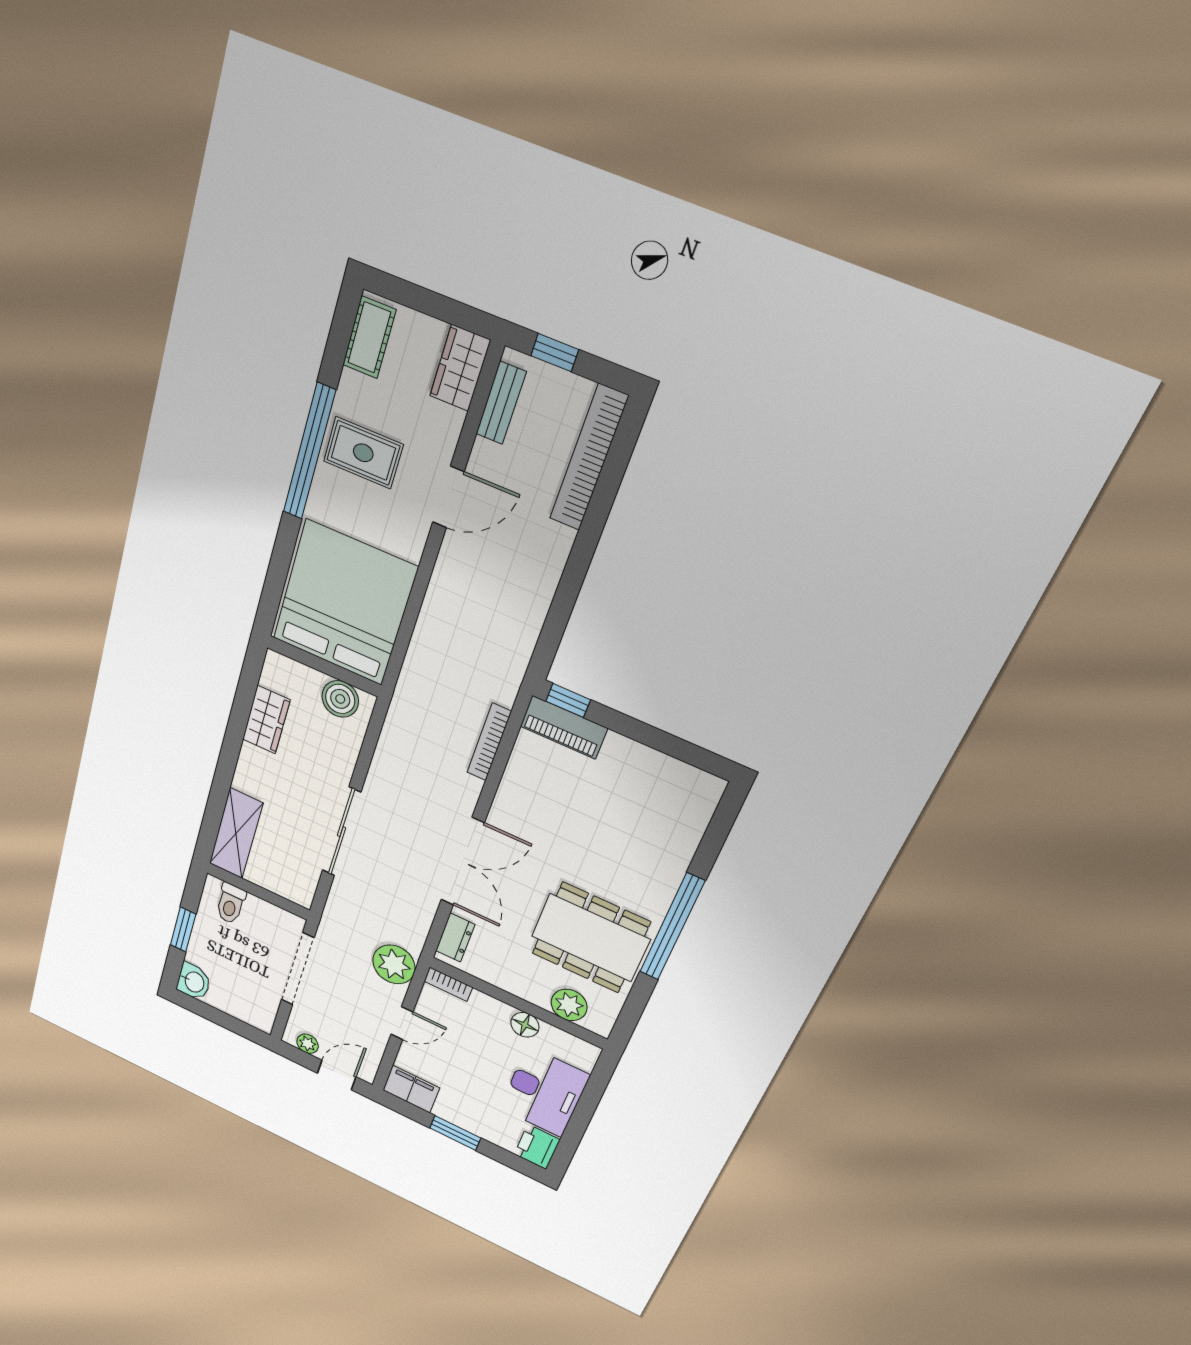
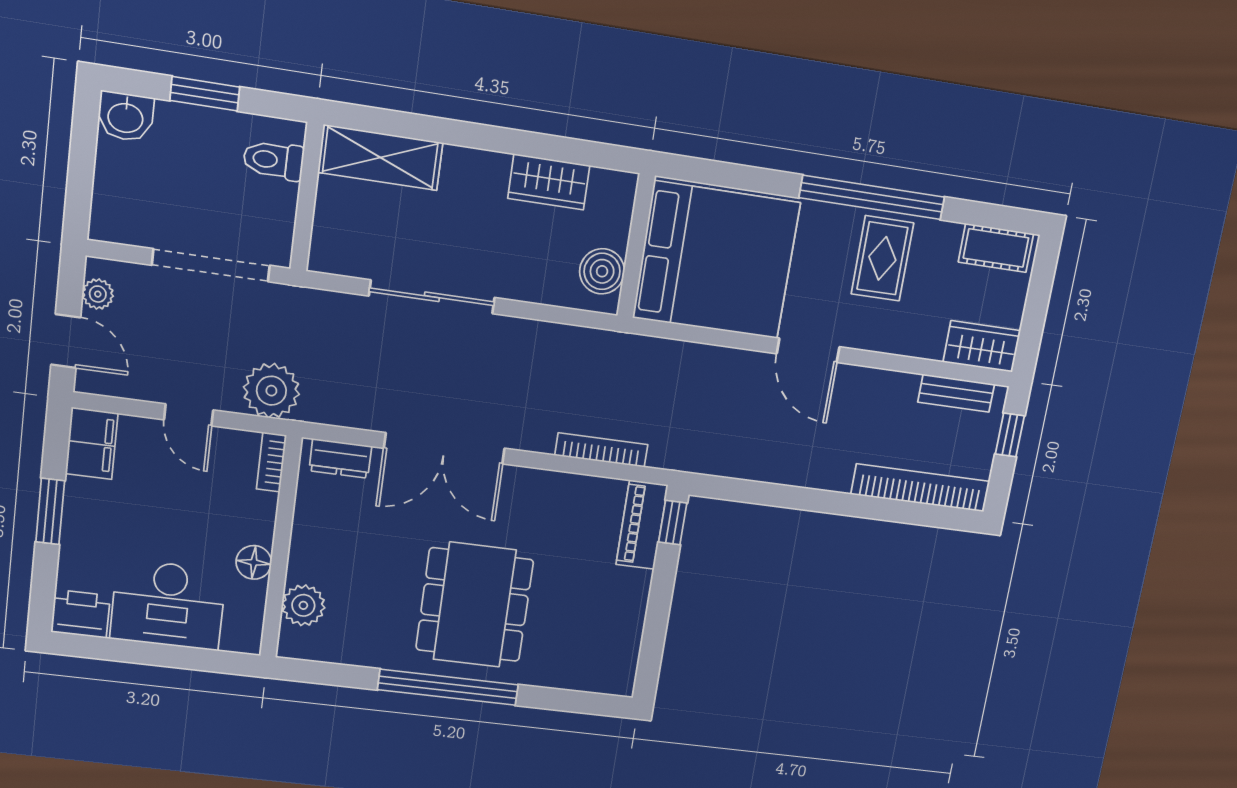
door: (448, 497) -> (808, 350), moved
dining table: (591, 938) -> (475, 605), moved

